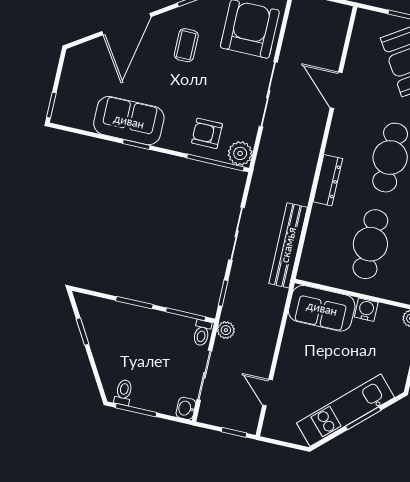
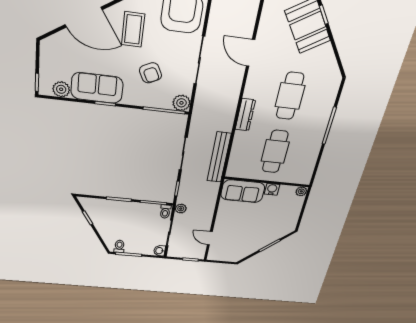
door: (126, 24) -> (83, 17), hinge flipped
coffee table: (186, 45) -> (133, 29), width x1.36, depth x1.30
plant: (81, 118) -> (61, 89), added
armchair: (207, 133) -> (150, 73), moved, turned -117
kitchen unit: (345, 410) -> (259, 242), removed

